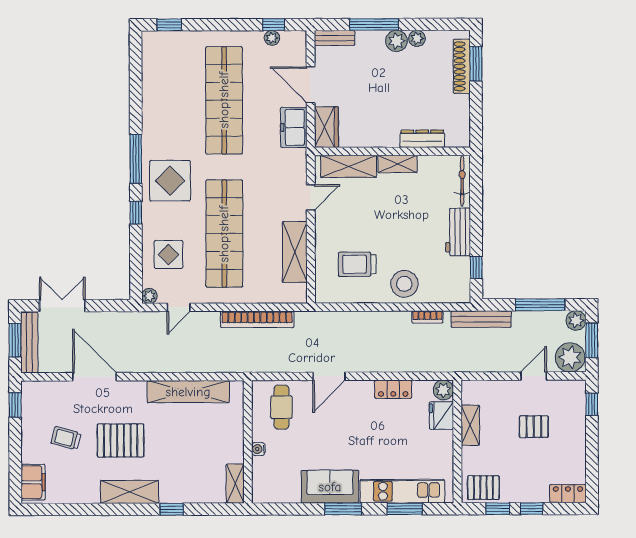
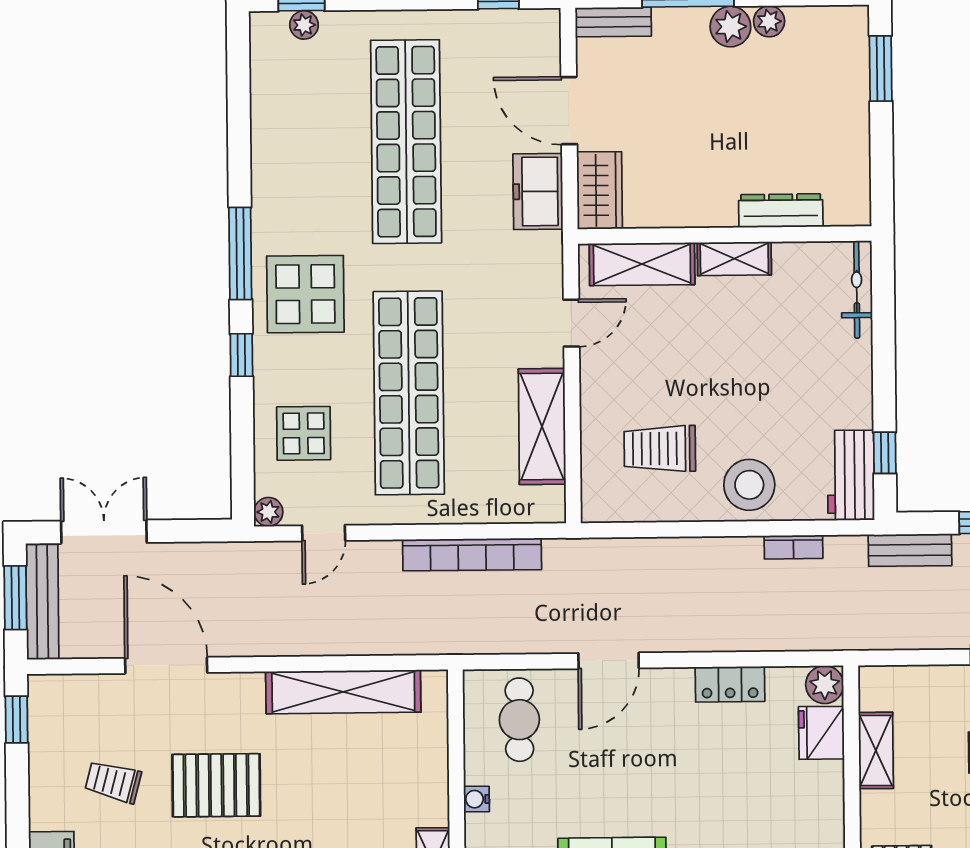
plant: (272, 38) -> (304, 25), moved
shoe rack: (462, 66) -> (854, 73), removed
workbench: (458, 232) -> (851, 475), moved
bench: (481, 319) -> (910, 550), width x0.73

